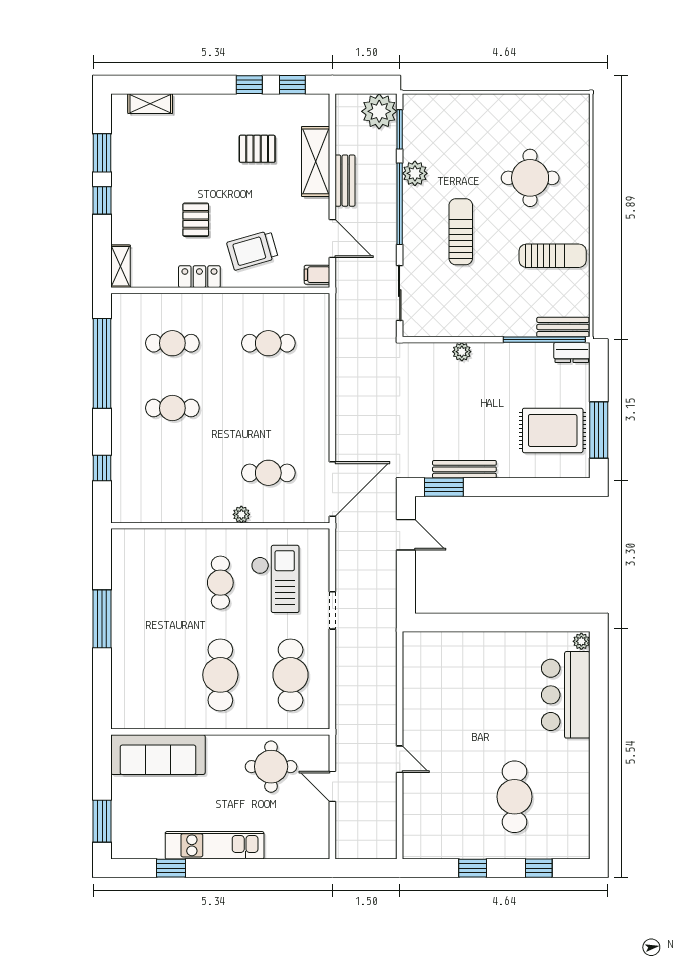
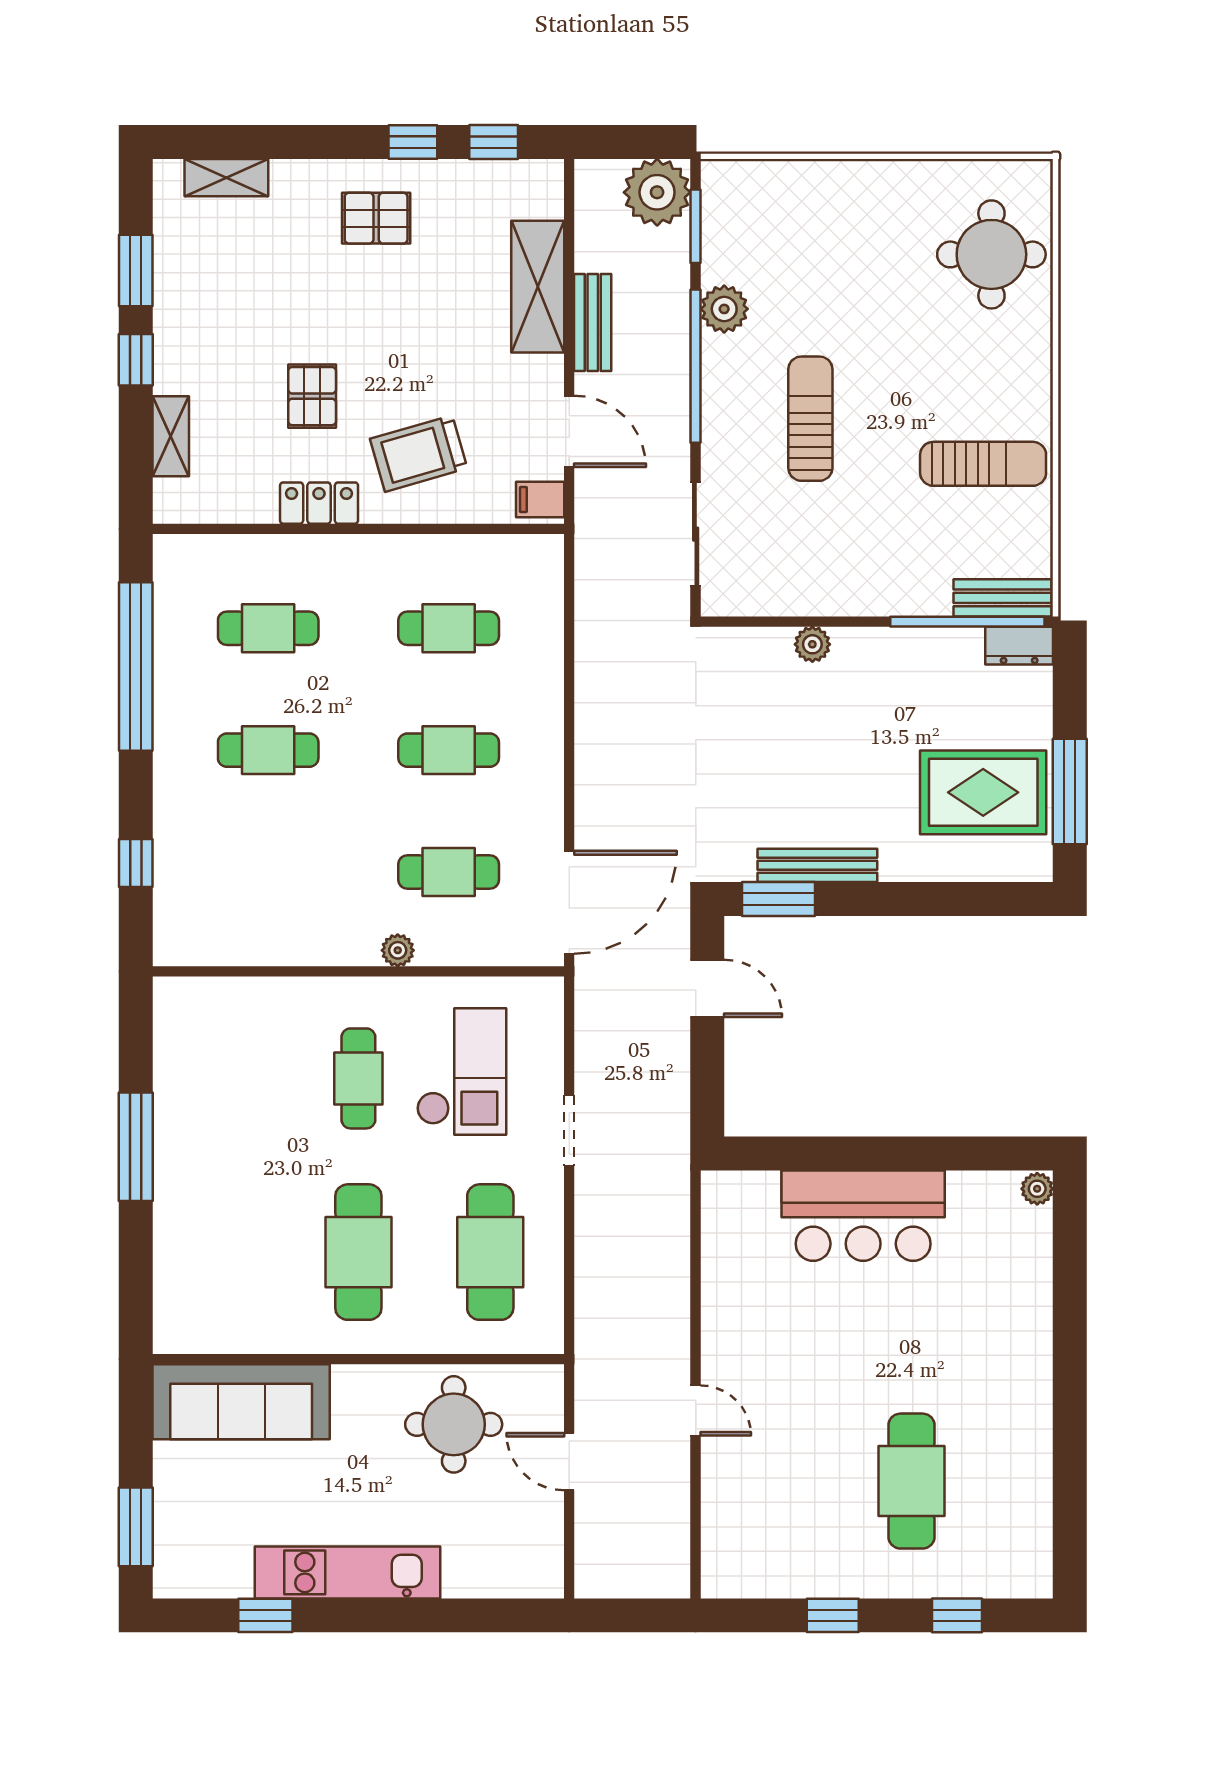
pallet: (257, 149) -> (376, 218), moved
round table: (530, 178) -> (991, 254), moved
shelving: (121, 266) -> (171, 436), moved
cafe table: (268, 408) -> (449, 750), added
bar counter: (566, 695) -> (863, 1216), moved, turned -90

